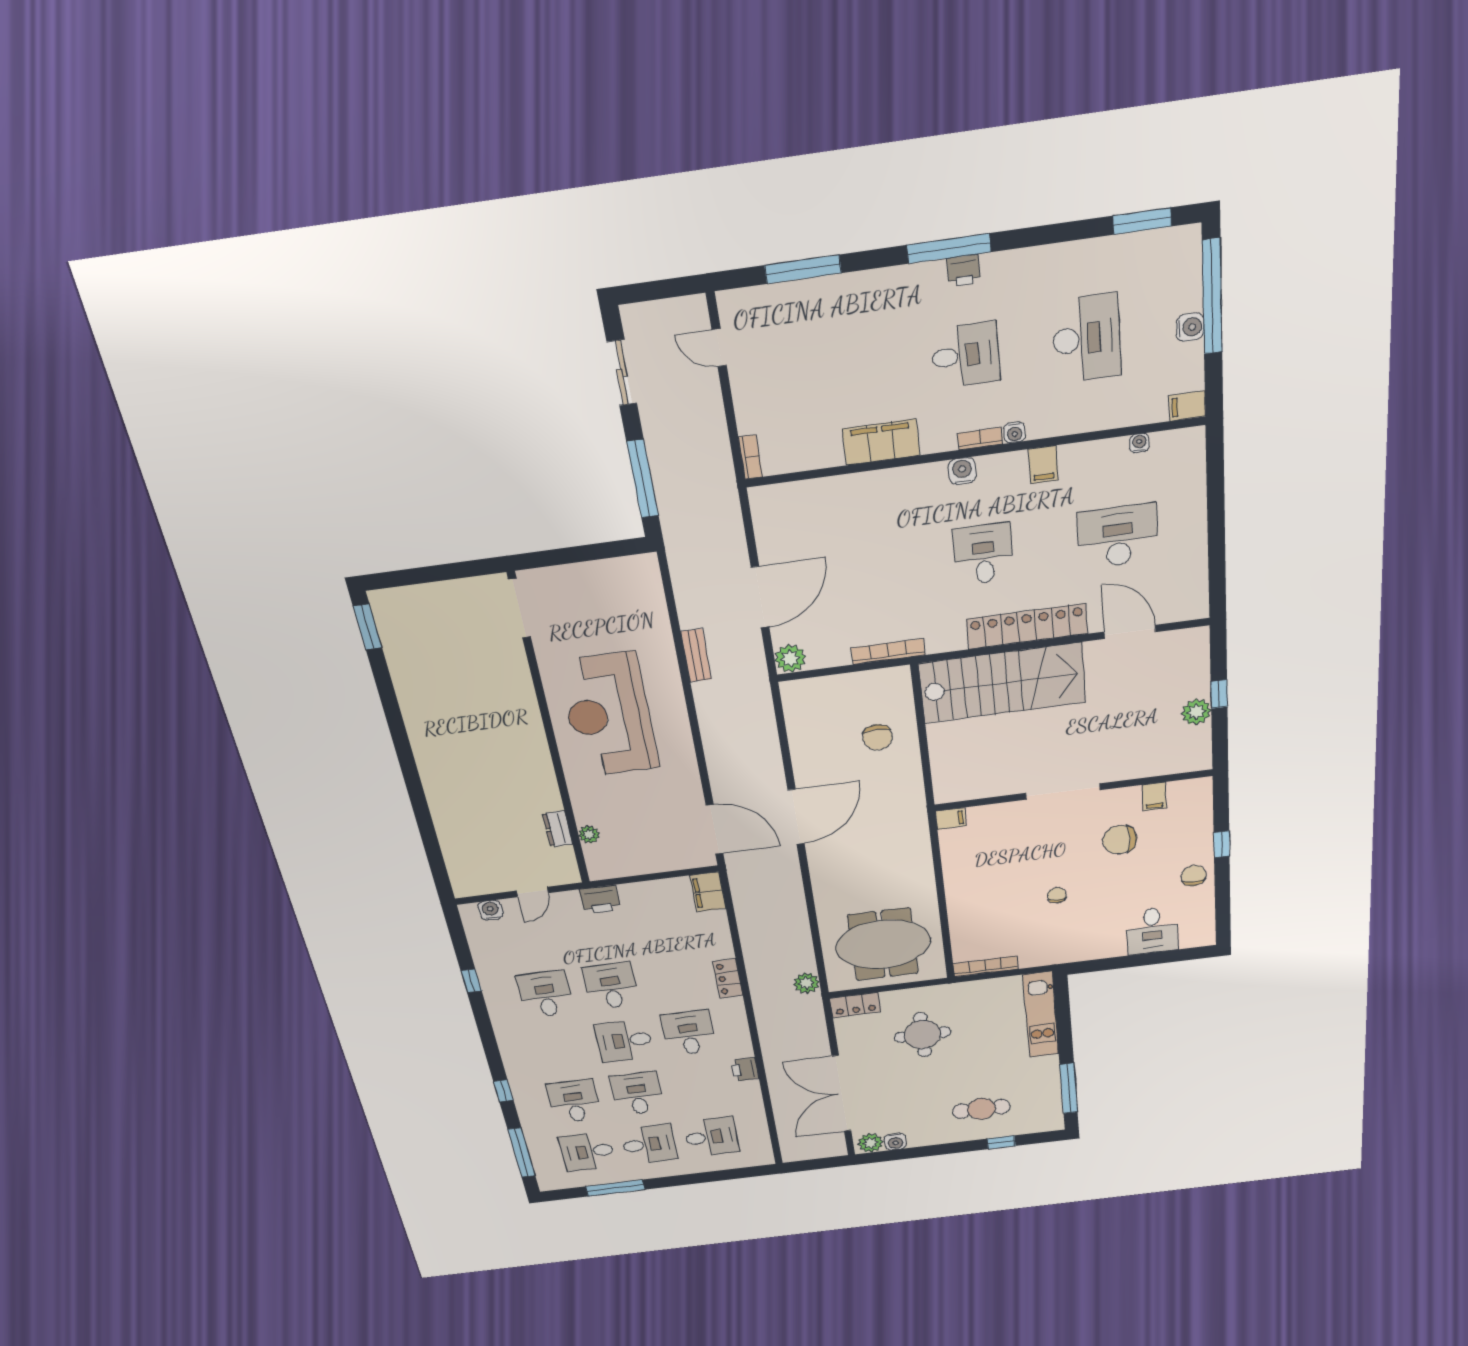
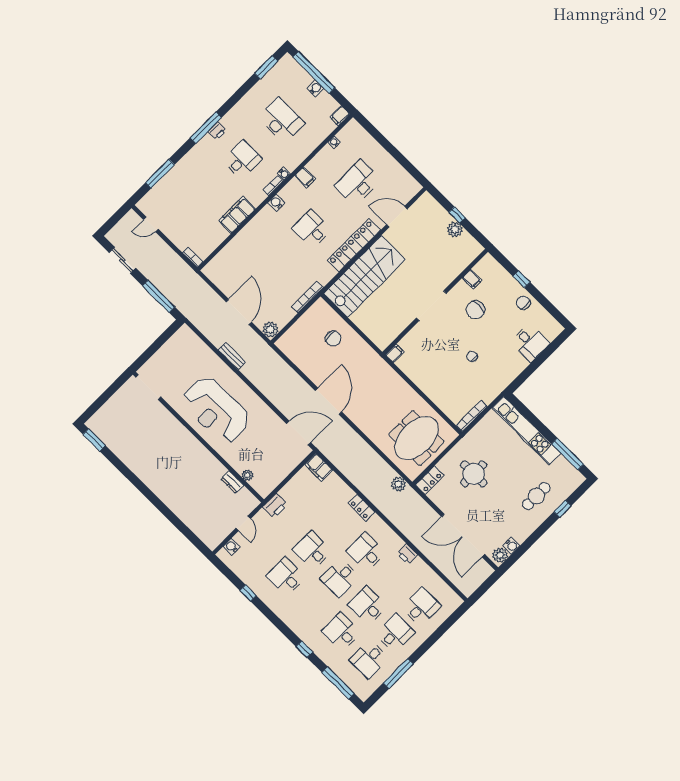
kitchen unit: (1041, 1015) -> (526, 431), width x1.36

